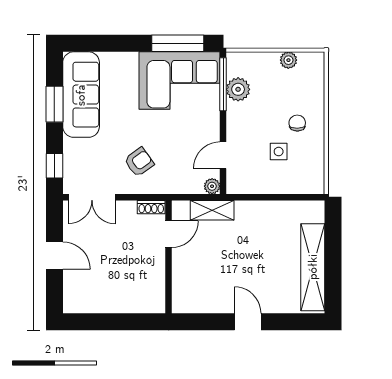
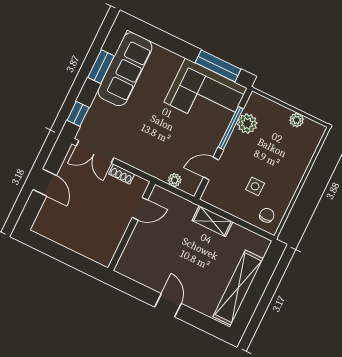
window: (223, 84) -> (231, 128), moved
chair: (297, 123) -> (267, 215), moved
armchair: (139, 162) -> (144, 142), removed
plant: (212, 186) -> (175, 180), moved
shoe rack: (151, 207) -> (122, 174), moved
shelving: (212, 210) -> (212, 221), moved

